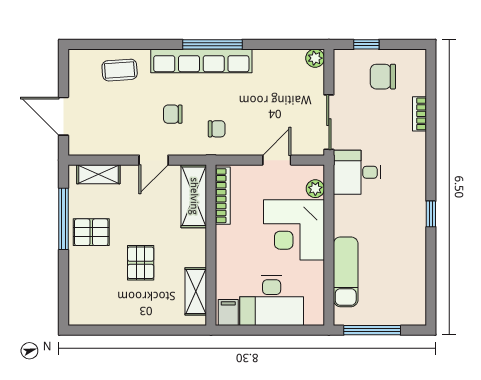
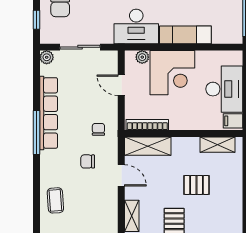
row of seats: (201, 61) -> (49, 113), moved
chair: (173, 114) -> (88, 161), turned 90
sliding door: (329, 122) -> (80, 47), moved
desk: (357, 172) -> (136, 26), width x1.37
exam couch: (346, 272) -> (185, 35), moved

